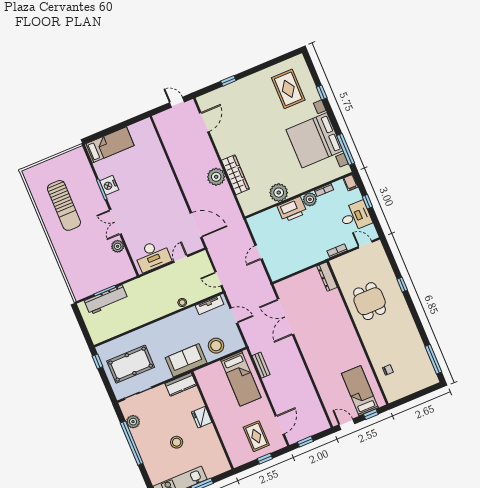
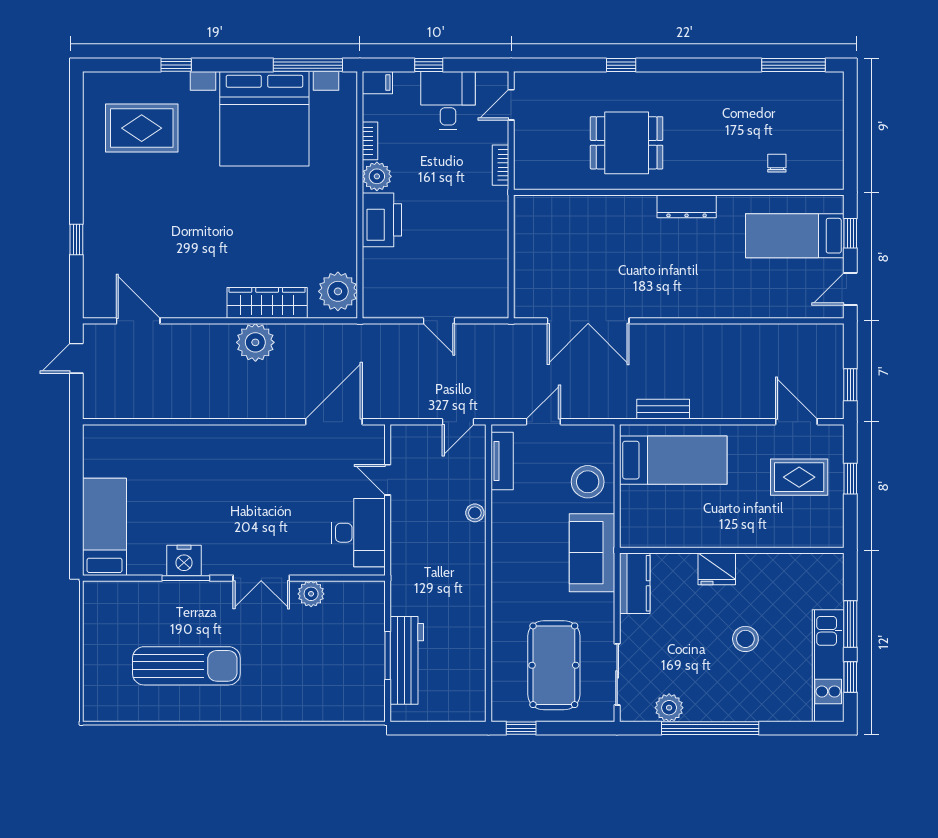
plant: (279, 193) -> (338, 291), moved
dresser: (327, 277) -> (687, 206), moved

